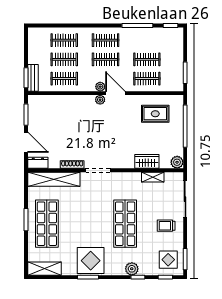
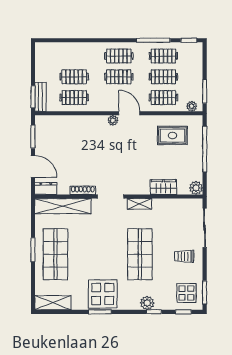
clothes rail: (64, 40) -> (163, 56), moved
plant: (100, 87) -> (192, 106), moved
shelving: (153, 177) -> (139, 204), moved

